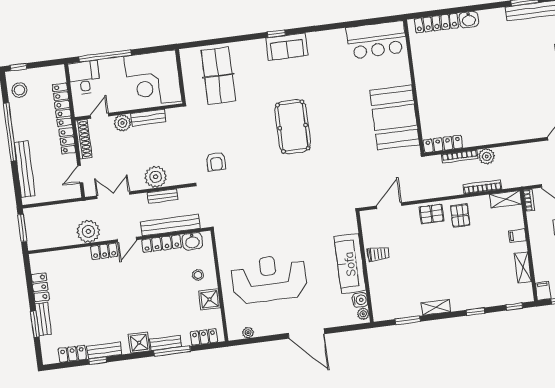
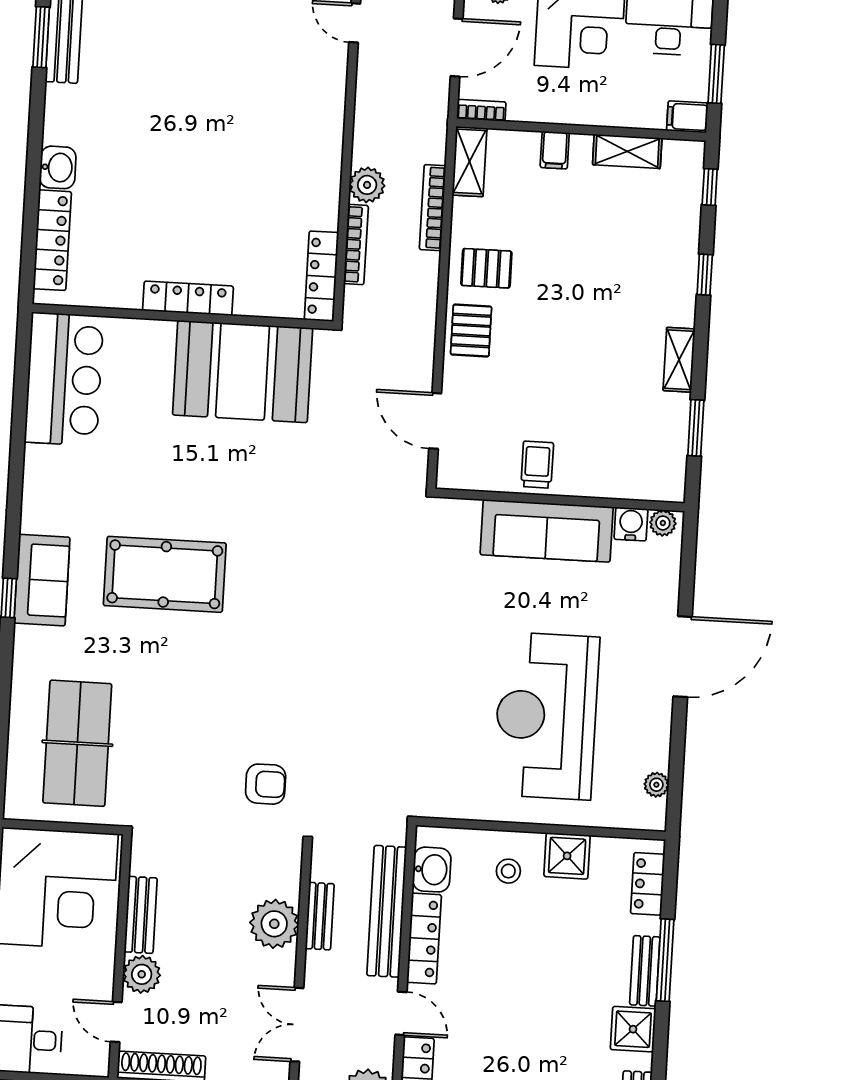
table tennis table: (218, 76) -> (77, 743), turned 90
locker: (422, 87) -> (188, 298), added
pool table: (293, 127) -> (165, 574), moved

